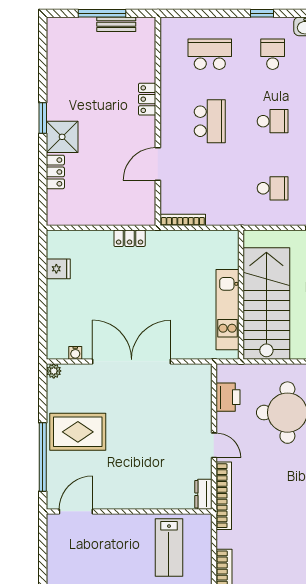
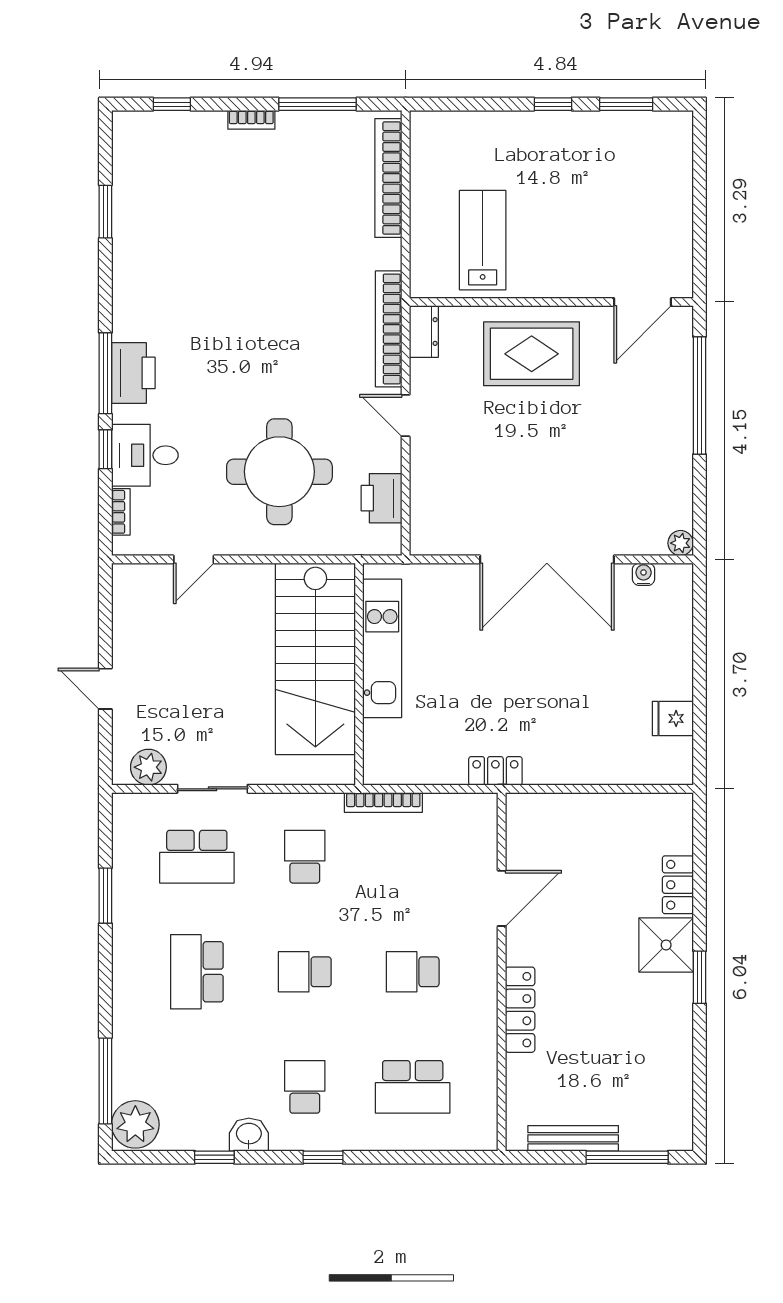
window: (102, 13) -> (627, 1157), moved
bench: (116, 24) -> (573, 1138), width x1.36
school desk: (273, 54) -> (305, 1087), turned 180
locker: (147, 99) -> (520, 1010), width x1.53
school desk: (210, 121) -> (413, 972), width x0.54
school desk: (273, 188) -> (305, 857), turned 90
bookcase: (183, 220) -> (383, 803), moved
locker: (130, 238) -> (495, 771), moved
rug: (78, 432) -> (532, 354), moved

